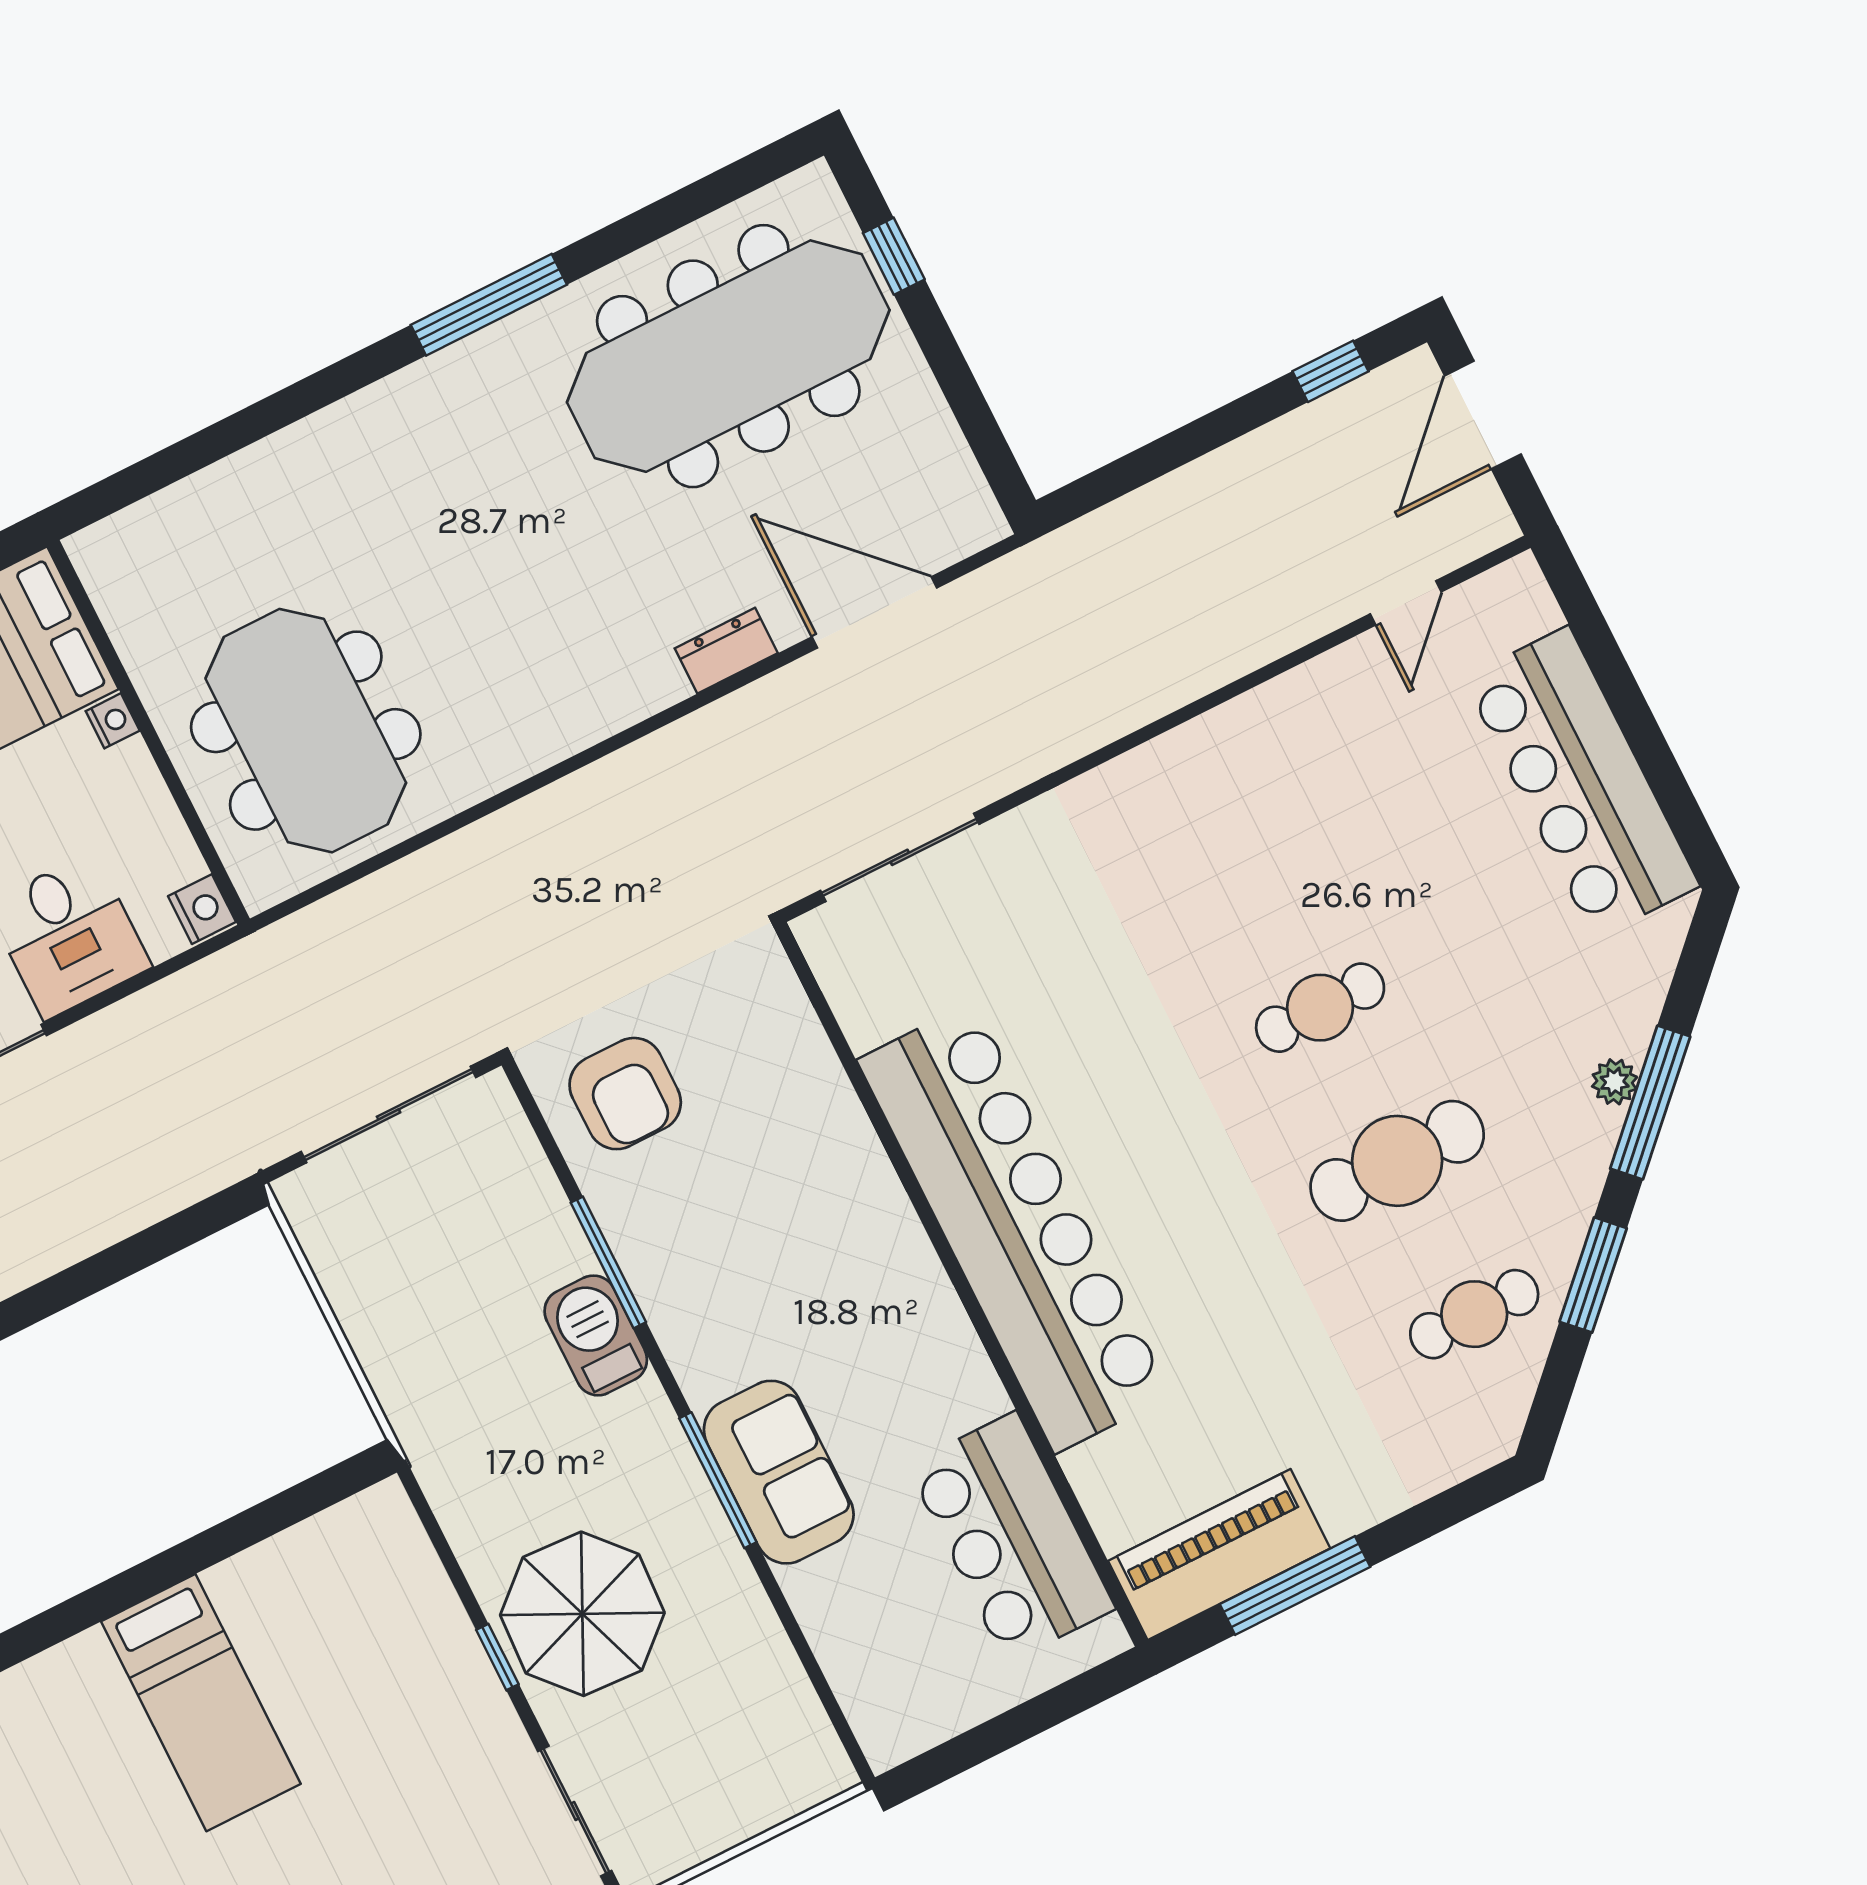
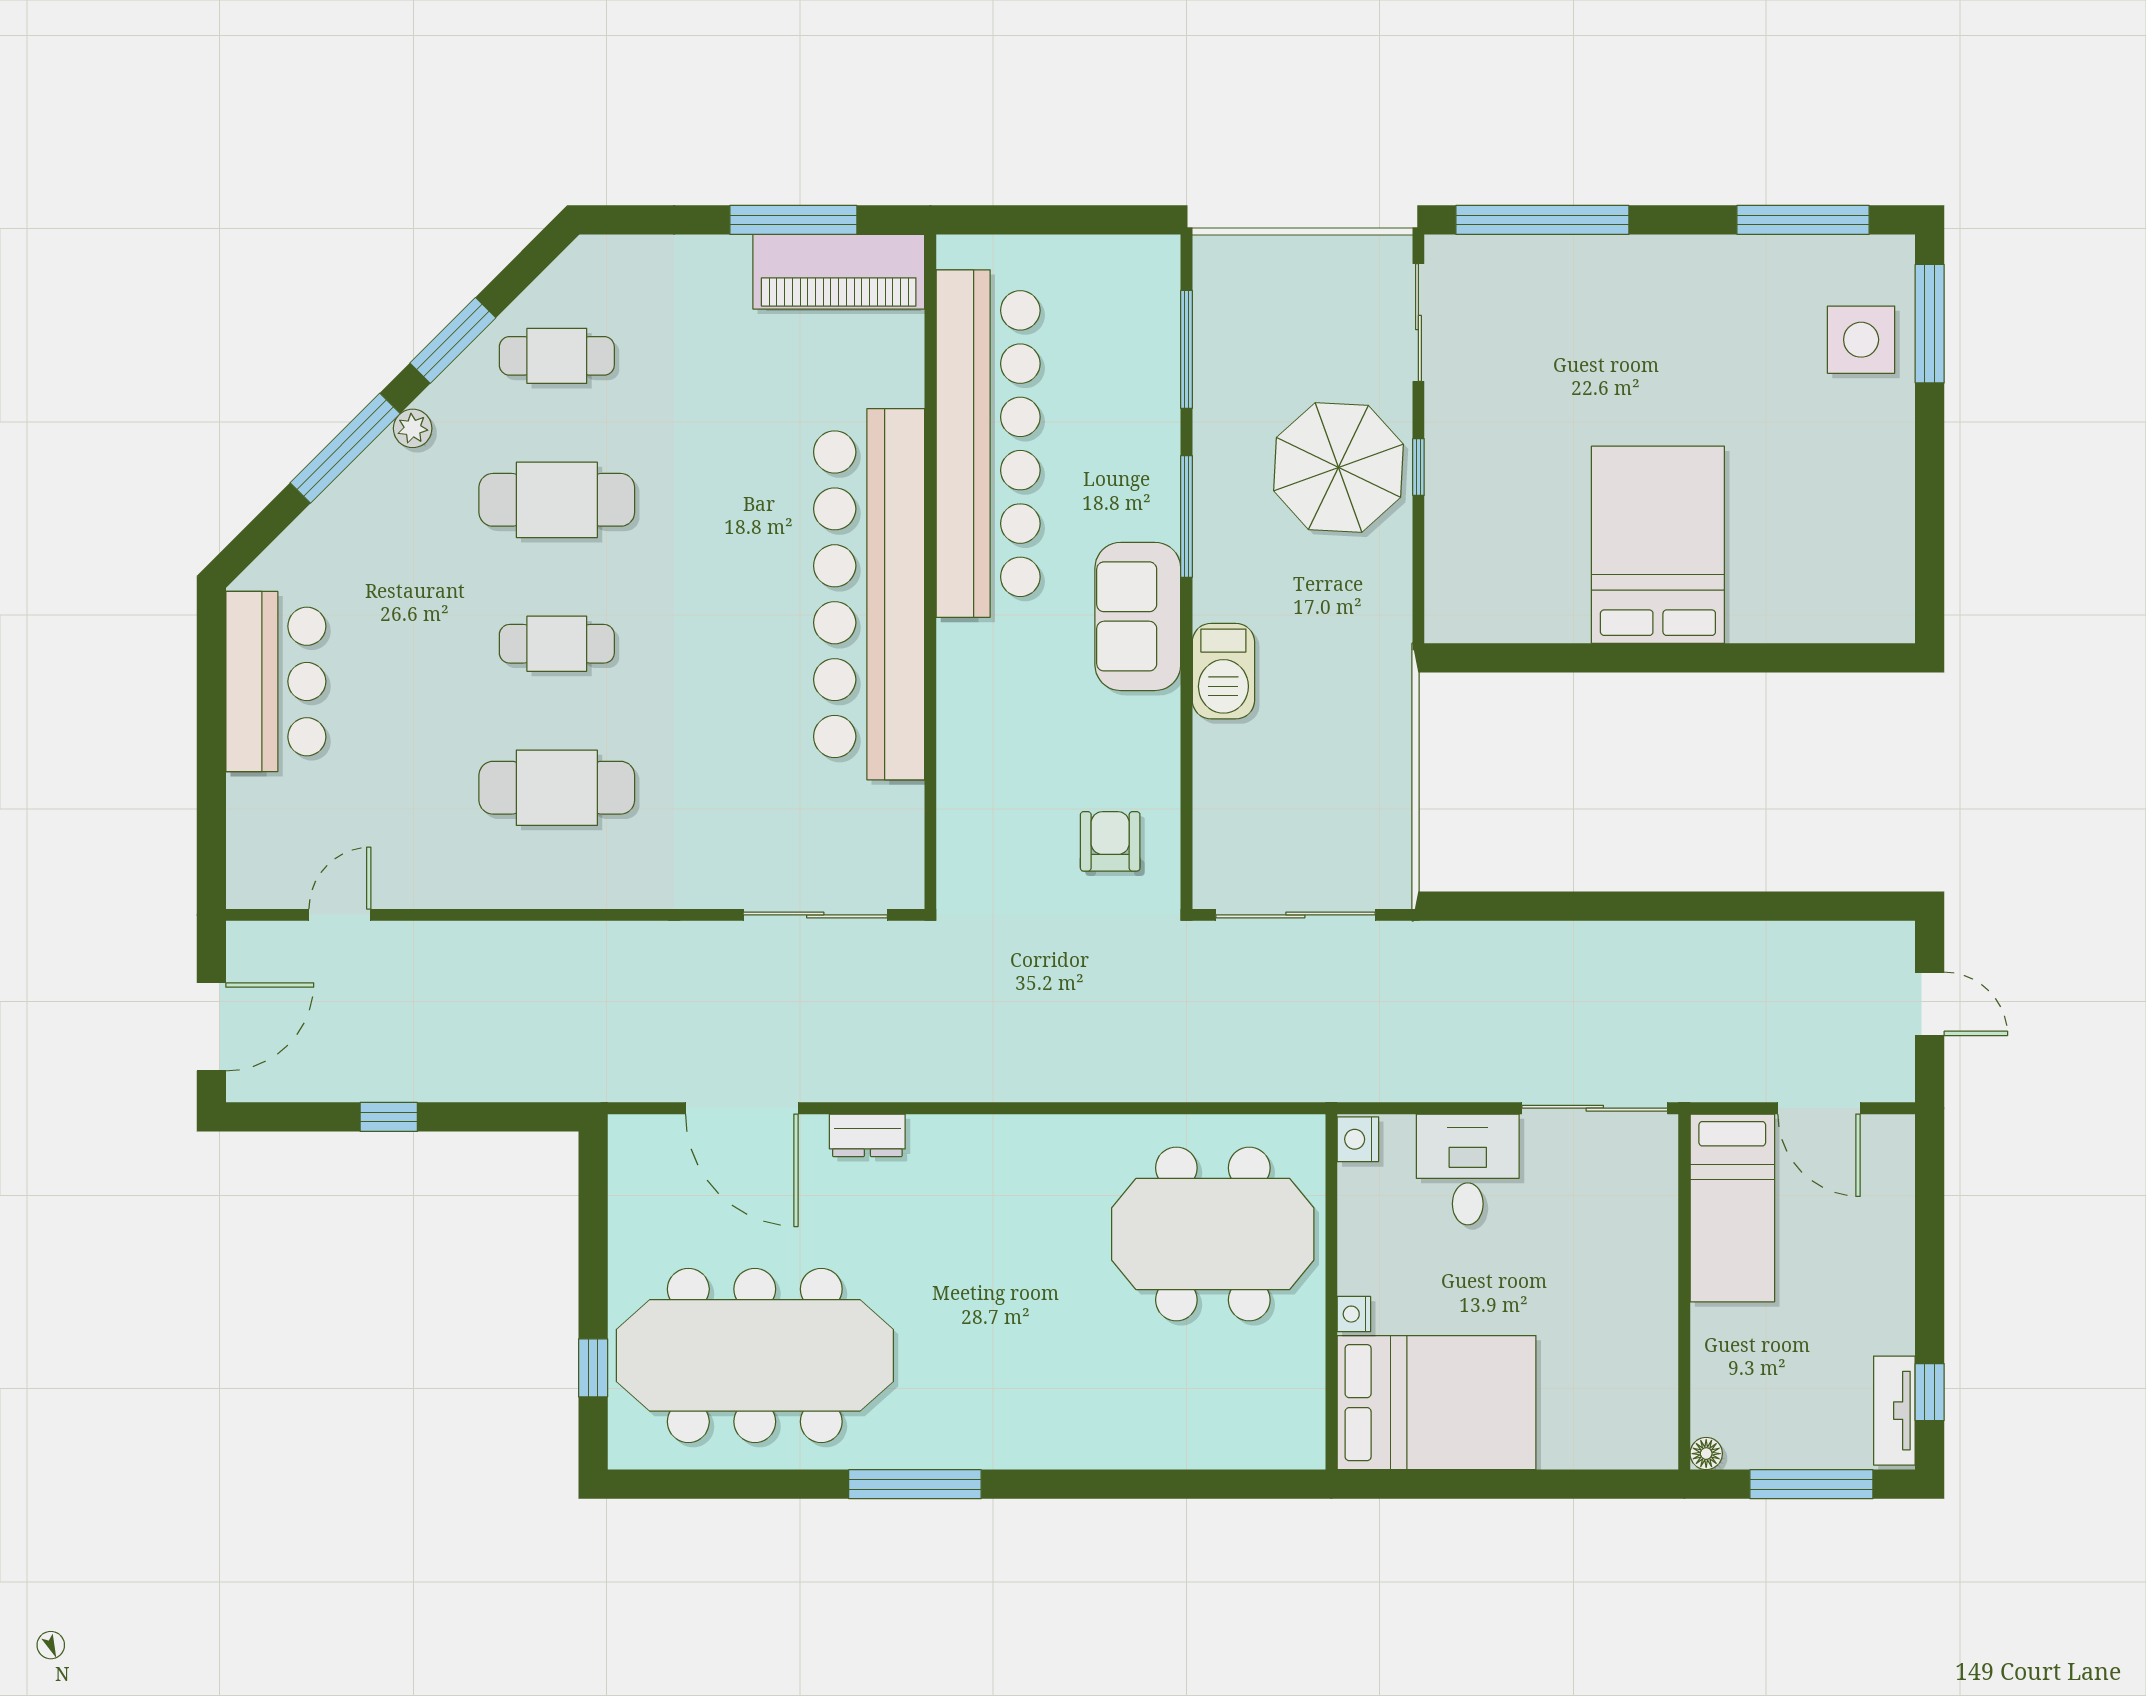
window: (1331, 371) -> (389, 1117), moved
meeting table: (306, 731) -> (1213, 1234), turned 90
bar counter: (1581, 782) -> (276, 681), width x0.73
cafe table: (1243, 854) -> (557, 788), added
plant: (1615, 1082) -> (413, 428), moved
armchair: (625, 1094) -> (1110, 841), width x0.72, depth x0.72
window: (608, 1262) -> (1186, 349), moved
sofa: (779, 1472) -> (1138, 616), moved
bar counter: (1011, 1537) -> (988, 444), width x1.86
bed: (201, 1703) -> (1658, 545), width x1.50

